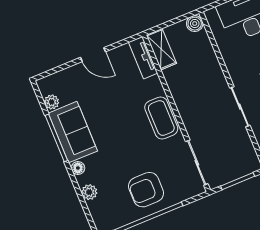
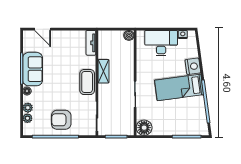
shelving: (161, 49) -> (103, 71), moved
door: (93, 55) -> (43, 29), moved
plant: (52, 102) -> (27, 118), moved

